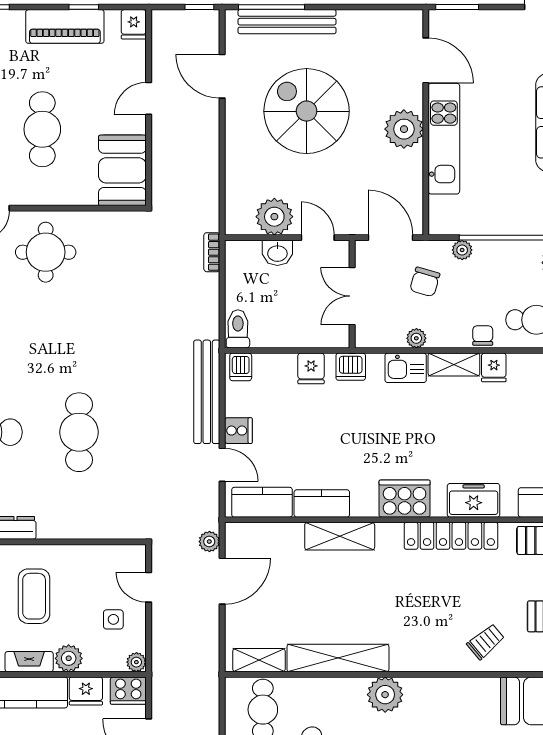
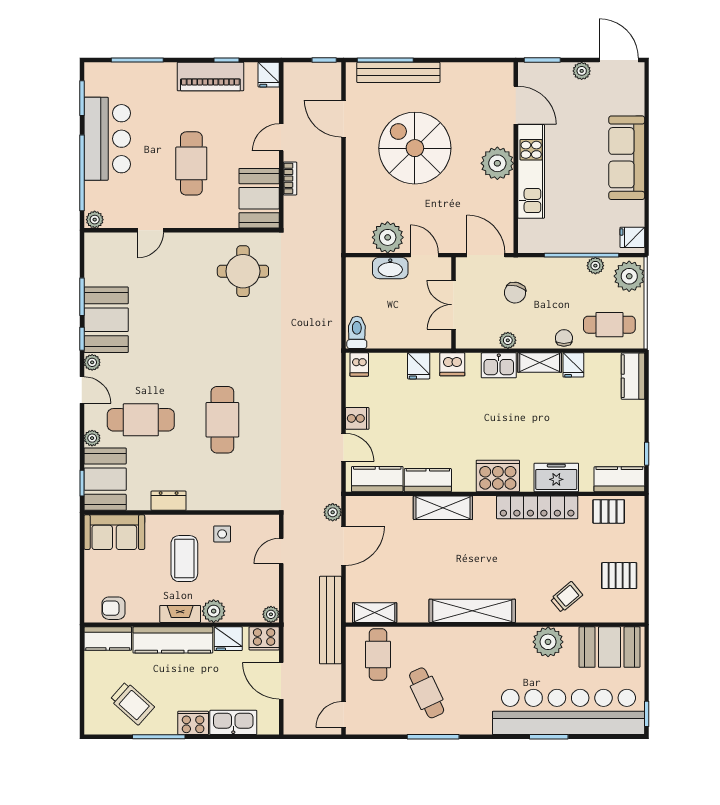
plant: (504, 20) -> (582, 71), added
plant: (462, 250) -> (595, 266), moved
round table: (46, 252) -> (243, 271), moved
bookcase: (212, 252) -> (290, 178), moved, turned 180
washbasin: (277, 253) -> (390, 268), width x1.38
bench: (207, 392) -> (331, 620), moved
door: (149, 587) -> (281, 551), hinge flipped
side table: (113, 619) -> (222, 534), moved
shelving: (338, 658) -> (472, 611), moved
plant: (385, 695) -> (548, 642), moved

